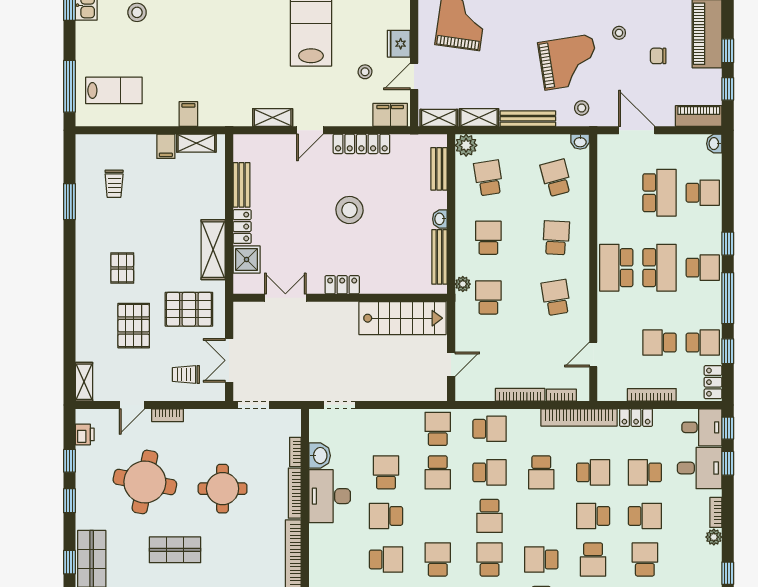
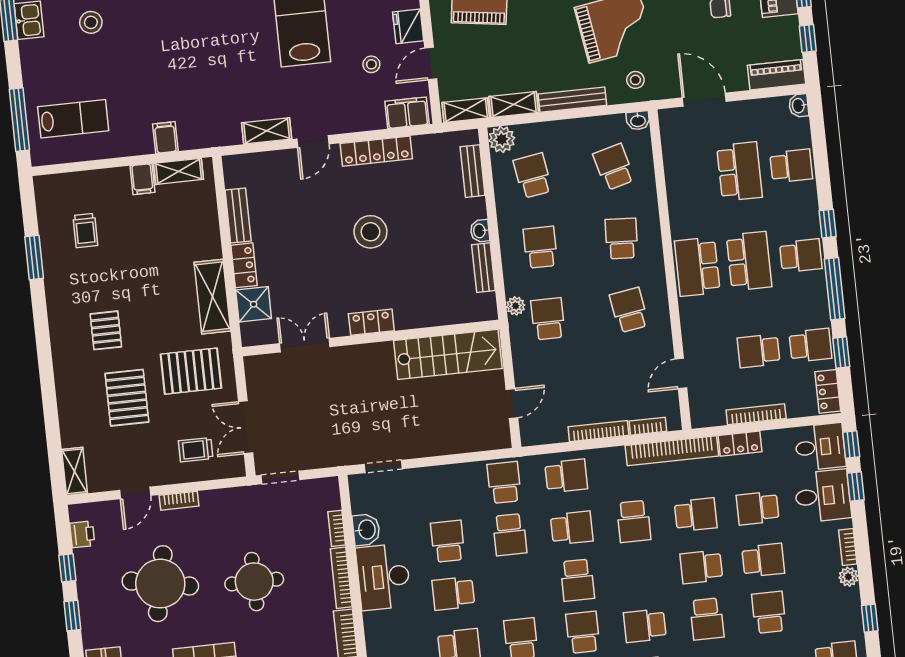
bench: (440, 257) -> (483, 268), width x0.73

